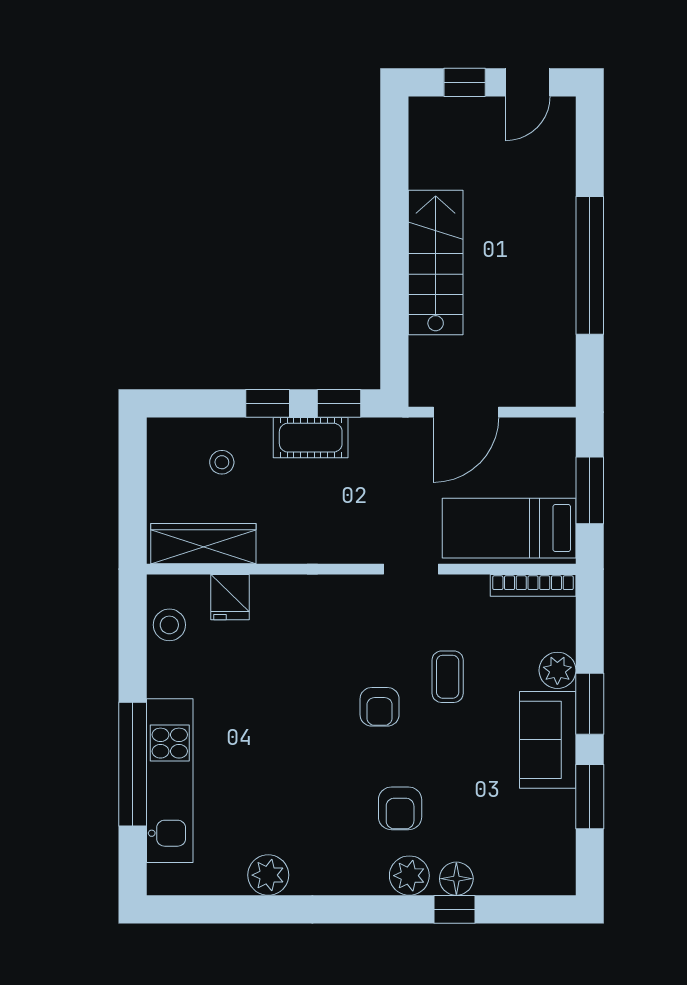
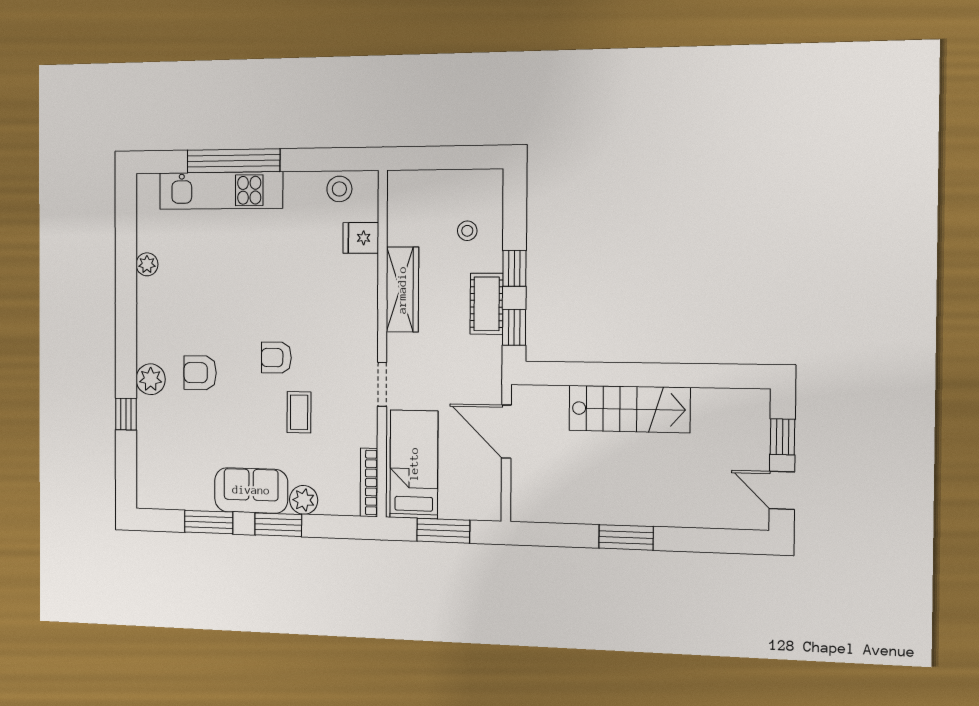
window: (590, 265) -> (626, 537), width x0.47
wardrobe: (203, 544) -> (402, 290), moved
coffee table: (448, 677) -> (299, 412), turned 90
plant: (268, 875) -> (147, 264), width x0.73, depth x0.73
floor lamp: (456, 879) -> (148, 416), removed

